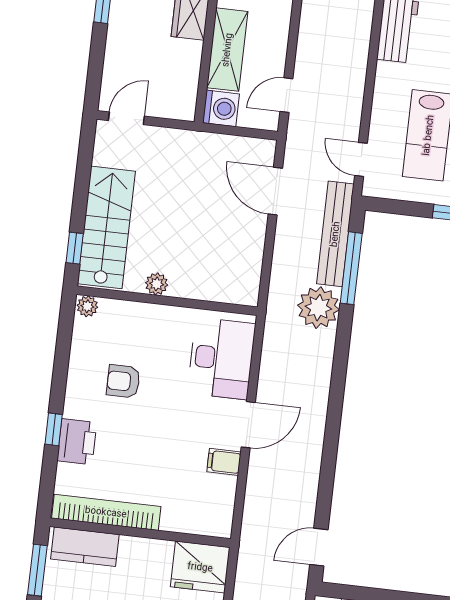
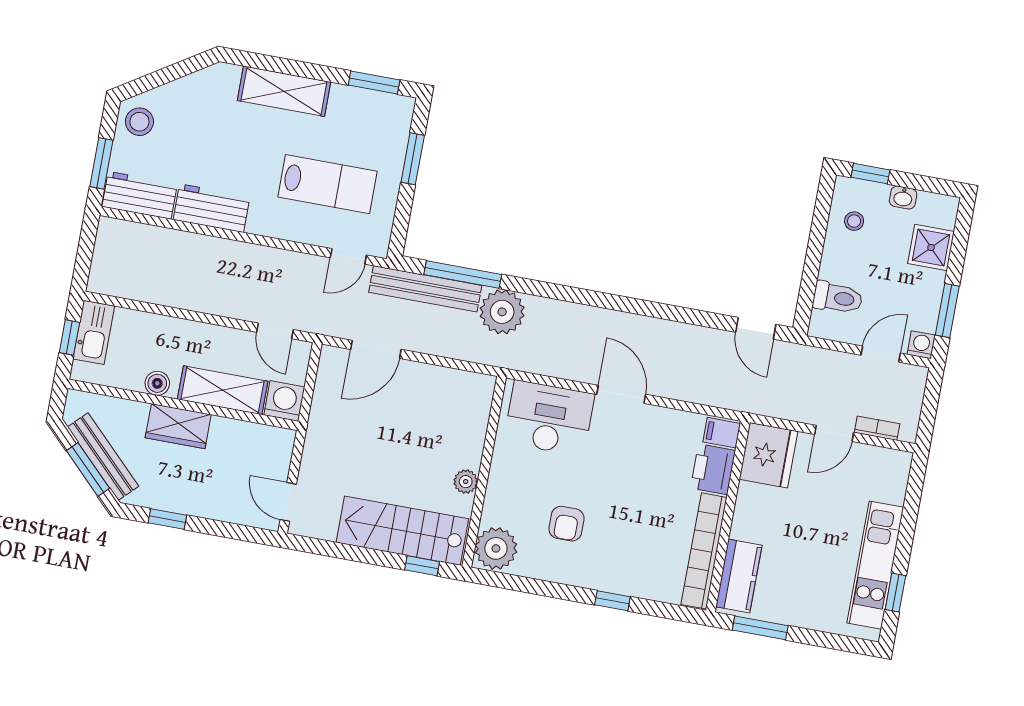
plant: (87, 306) -> (496, 548), width x1.88, depth x1.88
printer: (77, 442) -> (713, 469), moved, turned -90
filing cabinet: (224, 462) -> (722, 433), moved, turned 90

